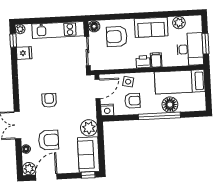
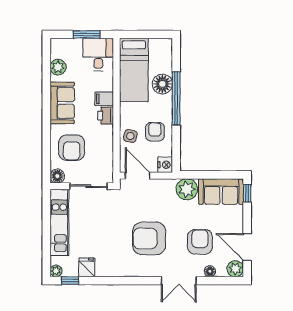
desk: (190, 49) -> (98, 55), width x0.73
armchair: (49, 100) -> (149, 238), width x1.88, depth x1.88

